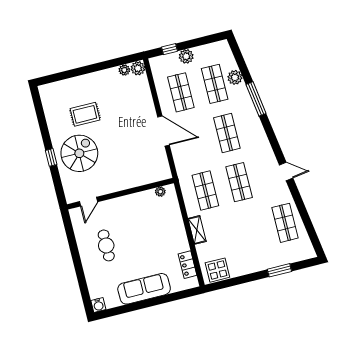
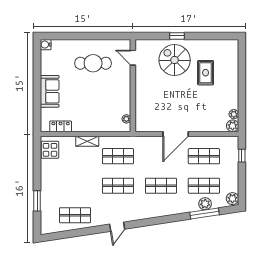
plant: (186, 56) -> (232, 199), moved
window: (256, 99) -> (205, 213), moved
spiral stairs: (79, 153) -> (175, 60), turned 180
cafe table: (106, 245) -> (93, 63), width x1.37, depth x1.35
sofa: (144, 289) -> (50, 91), width x0.73

